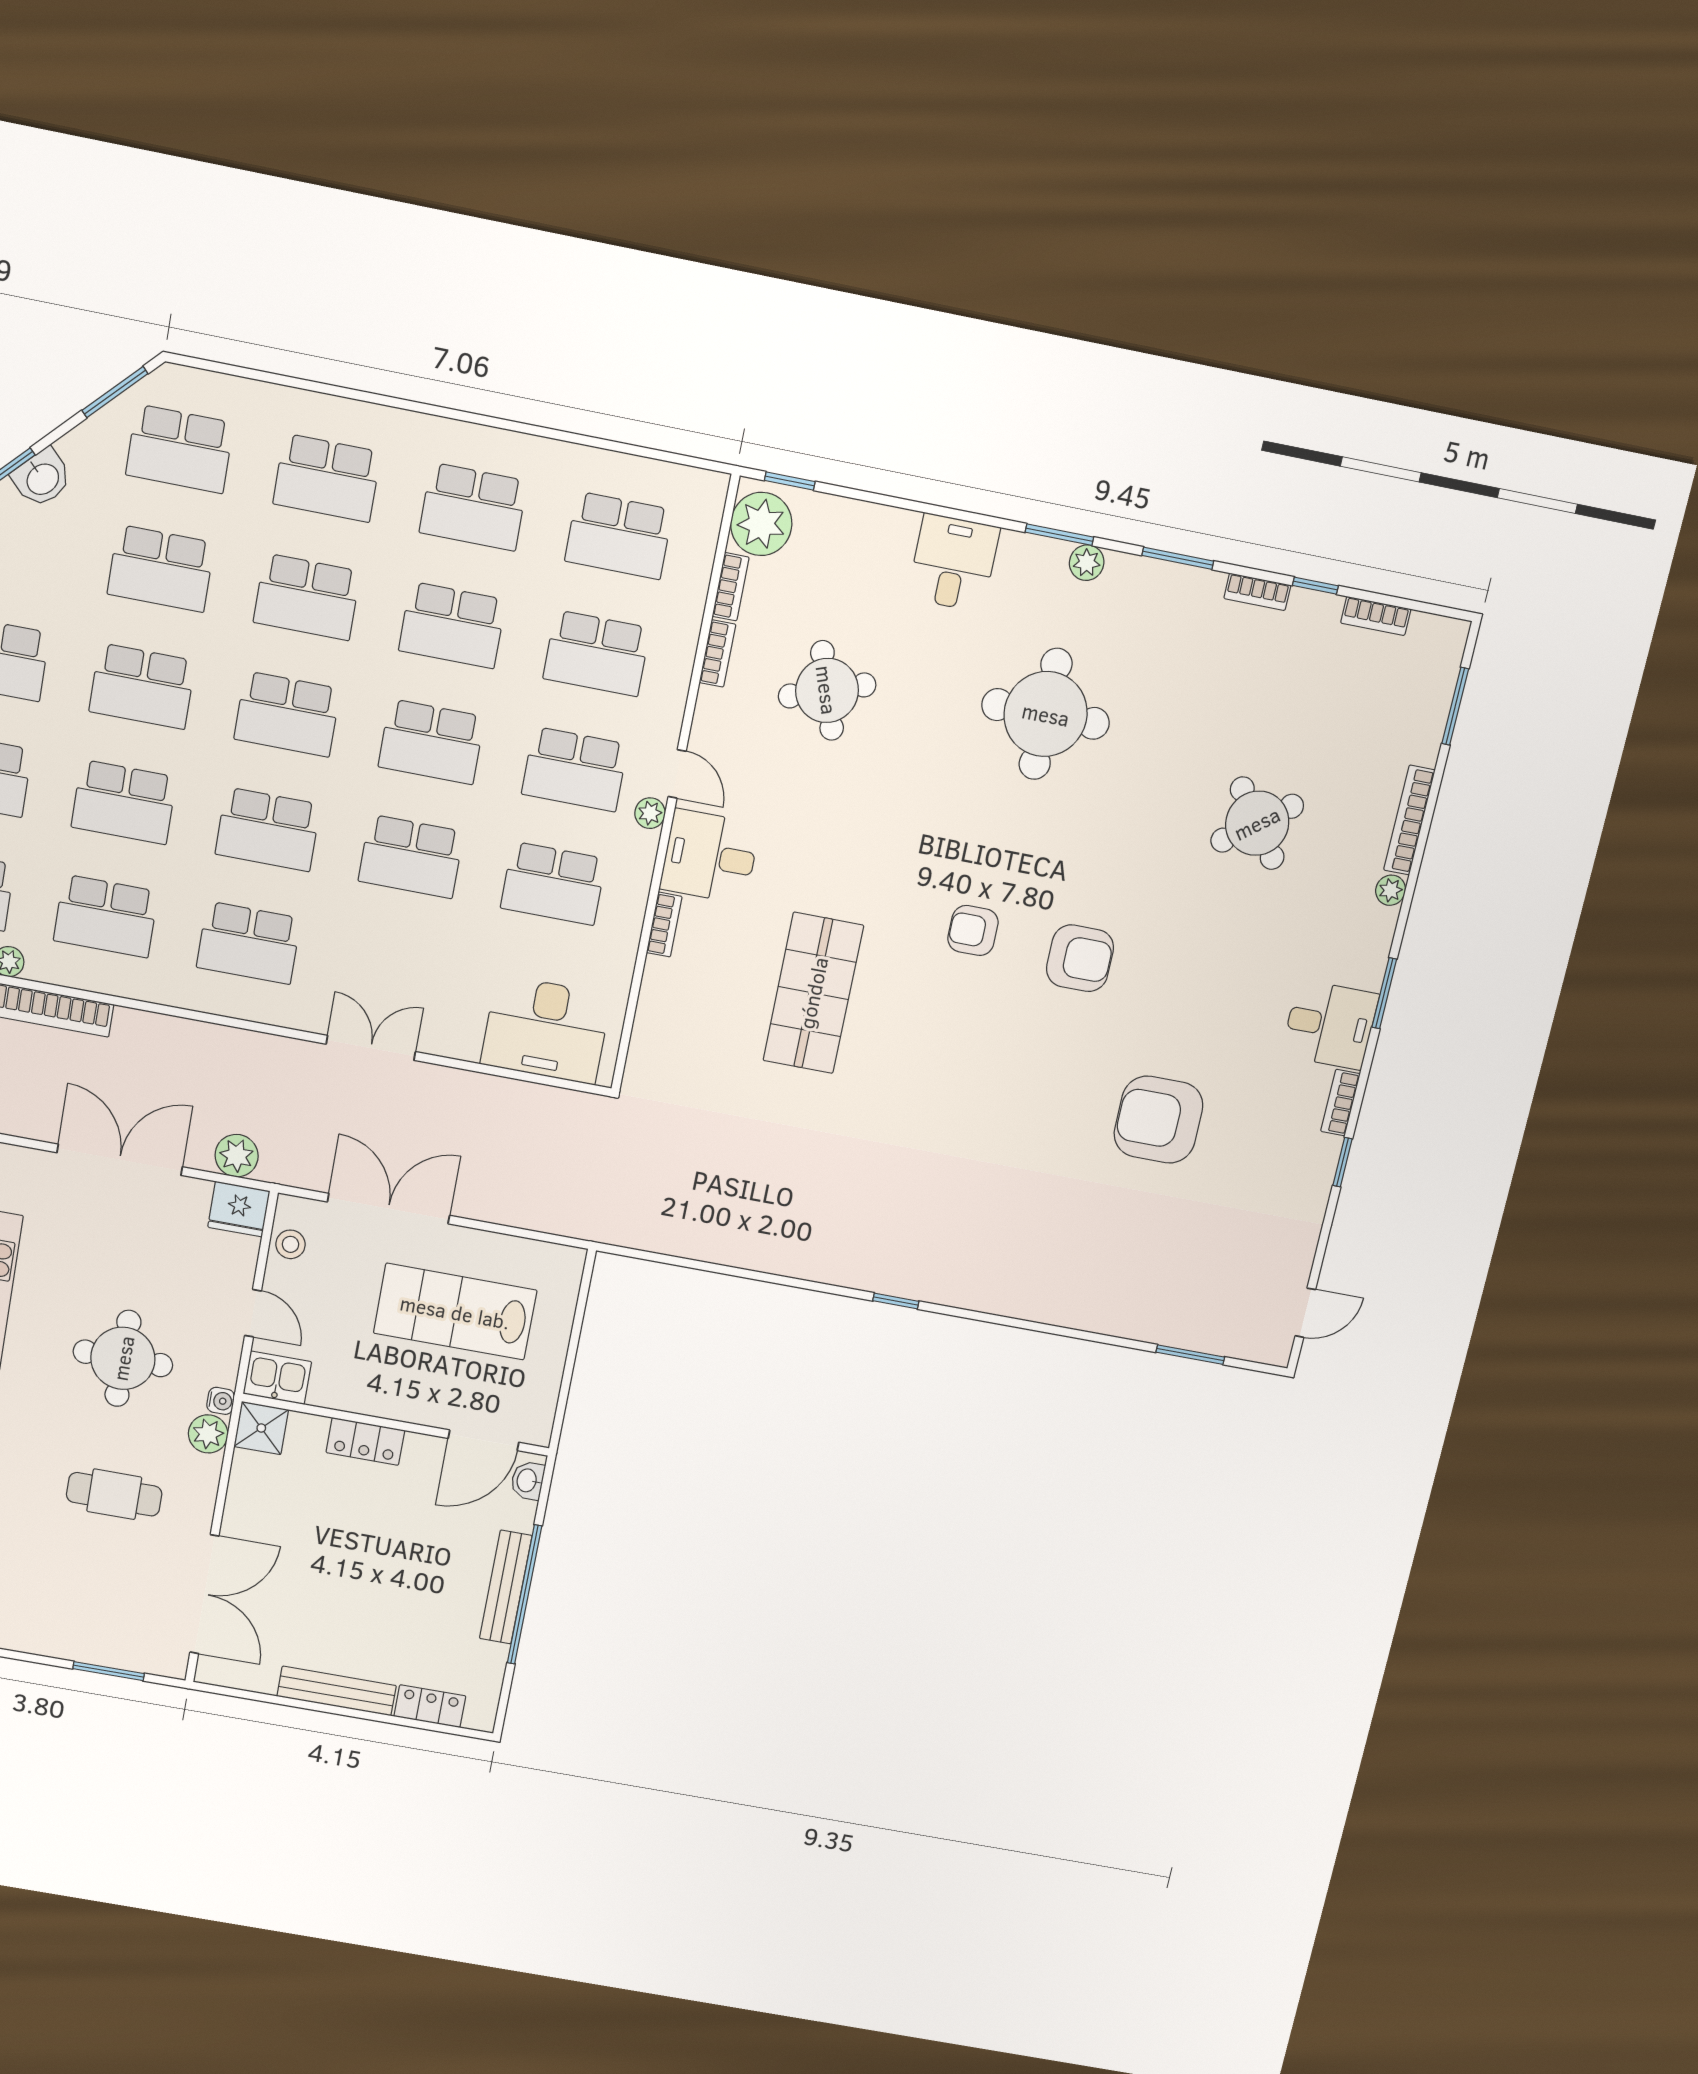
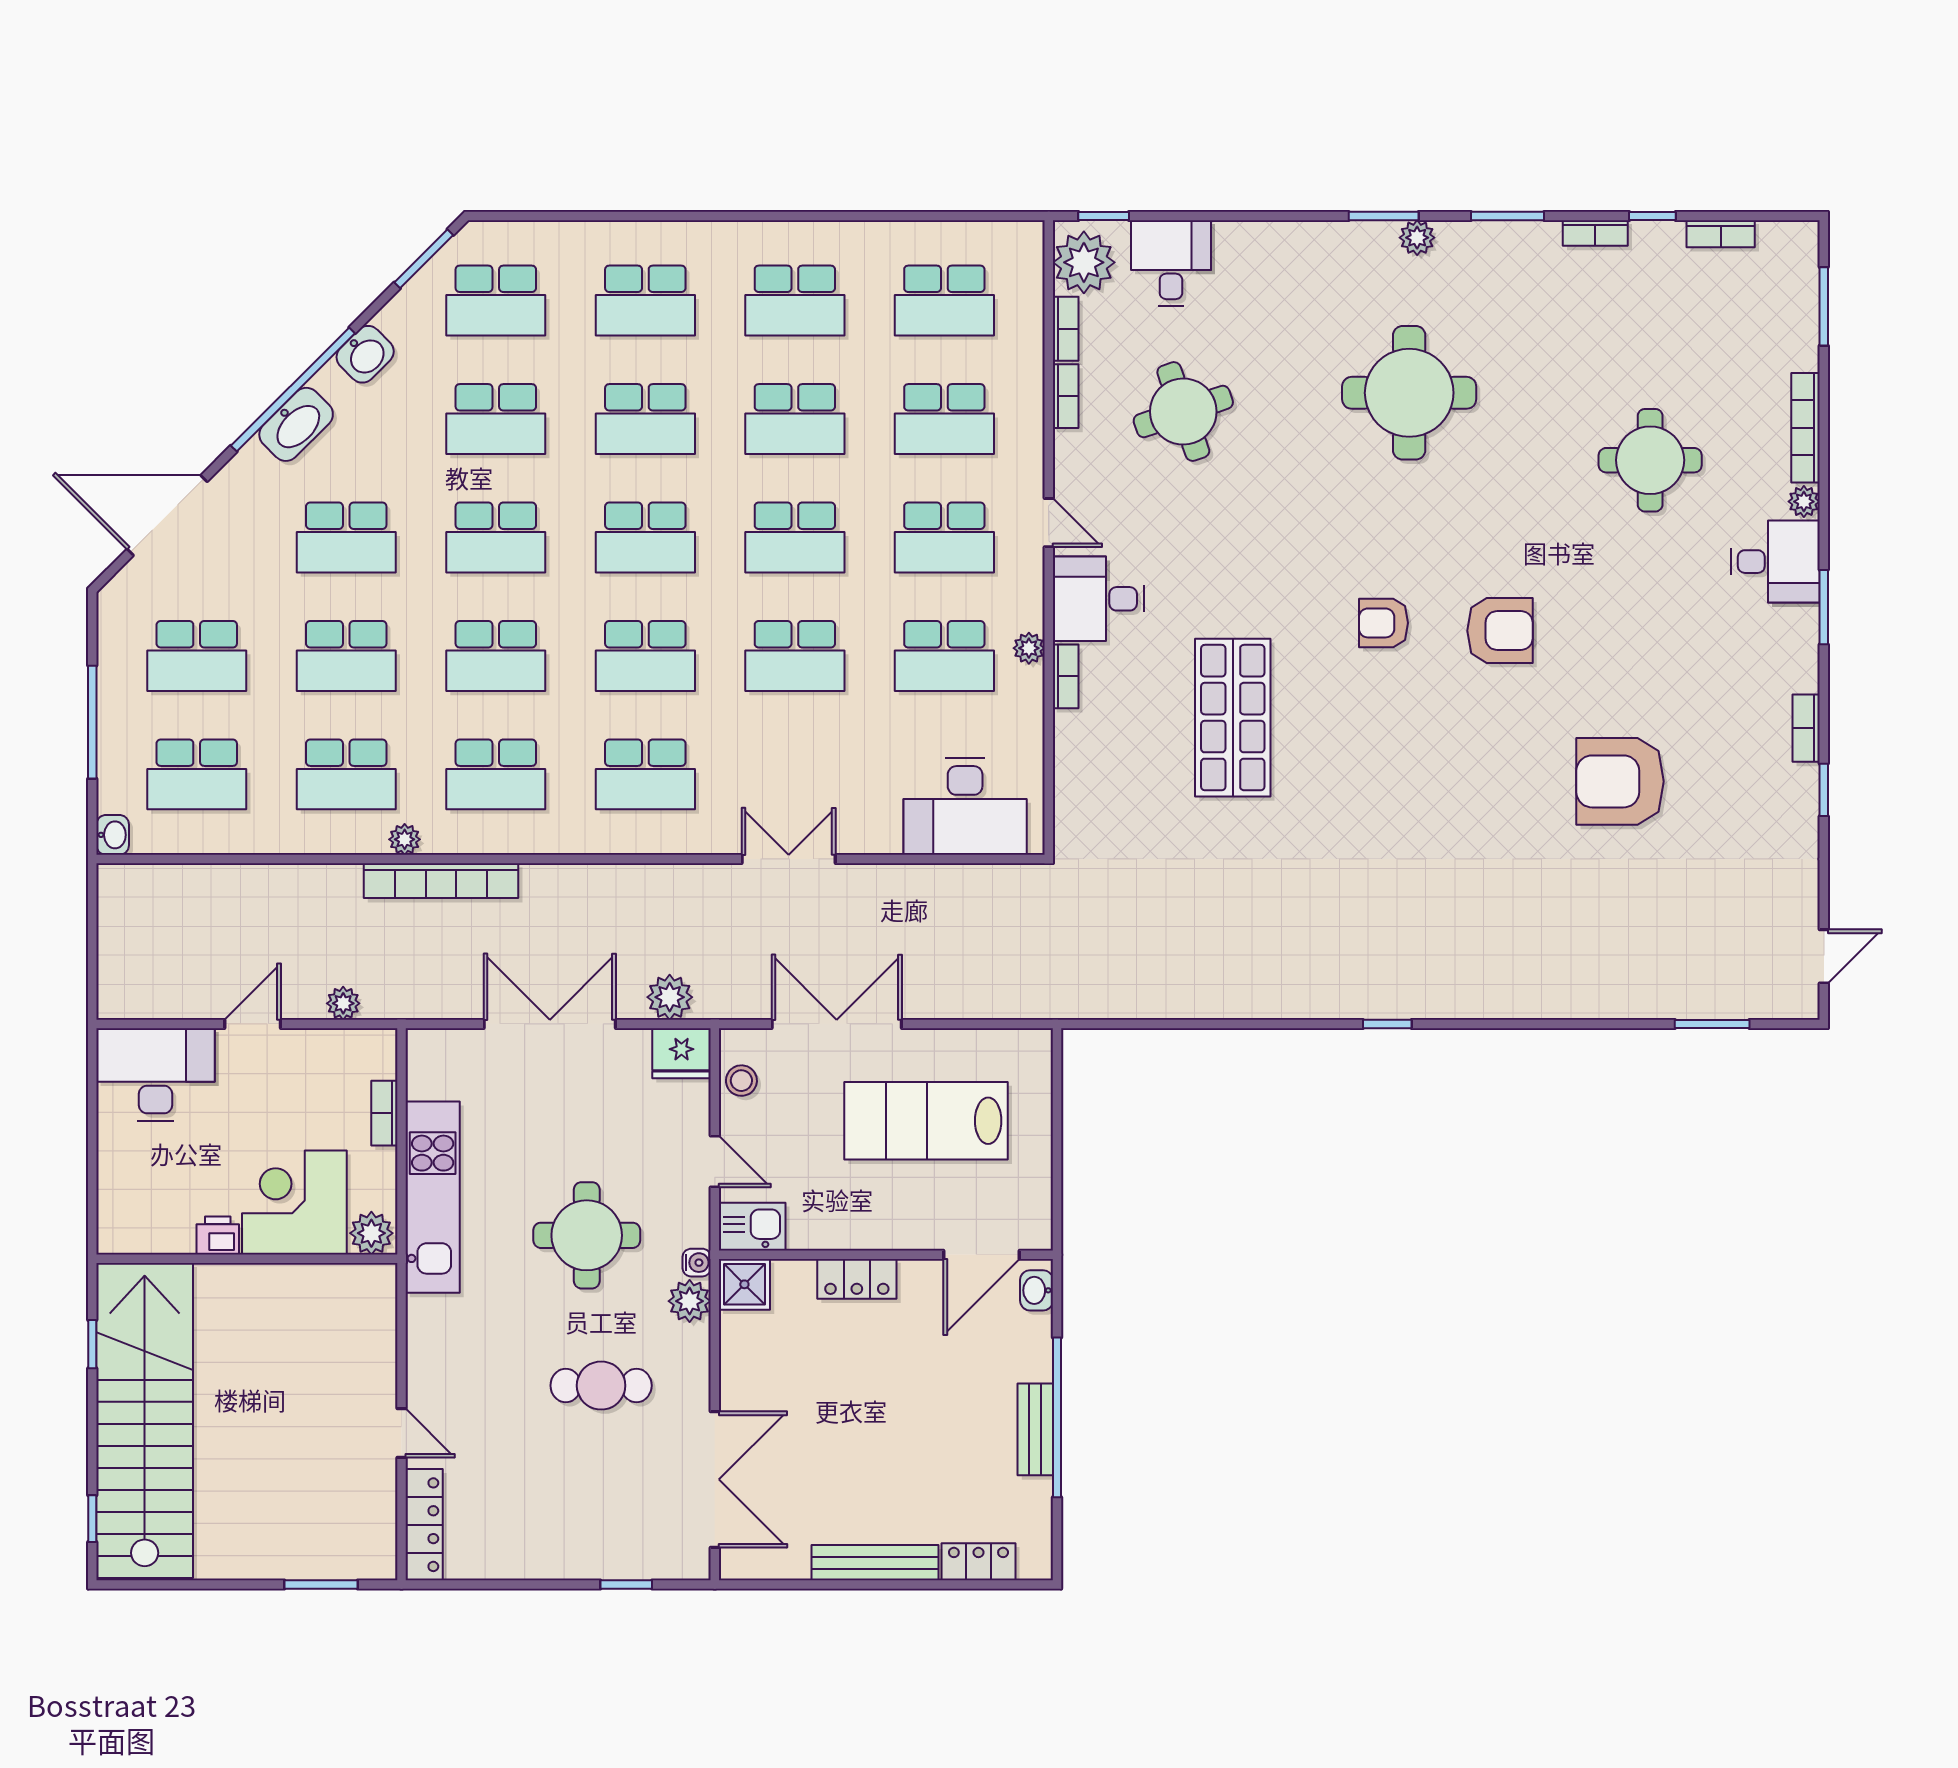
desk: (954, 563) -> (1171, 263), moved
plant: (650, 813) -> (1029, 648), moved
round table: (1257, 823) -> (1650, 460), turned 37
desk: (1330, 1025) -> (1775, 562), moved
bench: (506, 1587) -> (1035, 1429), width x0.73
window: (109, 1671) -> (626, 1585), width x0.67

